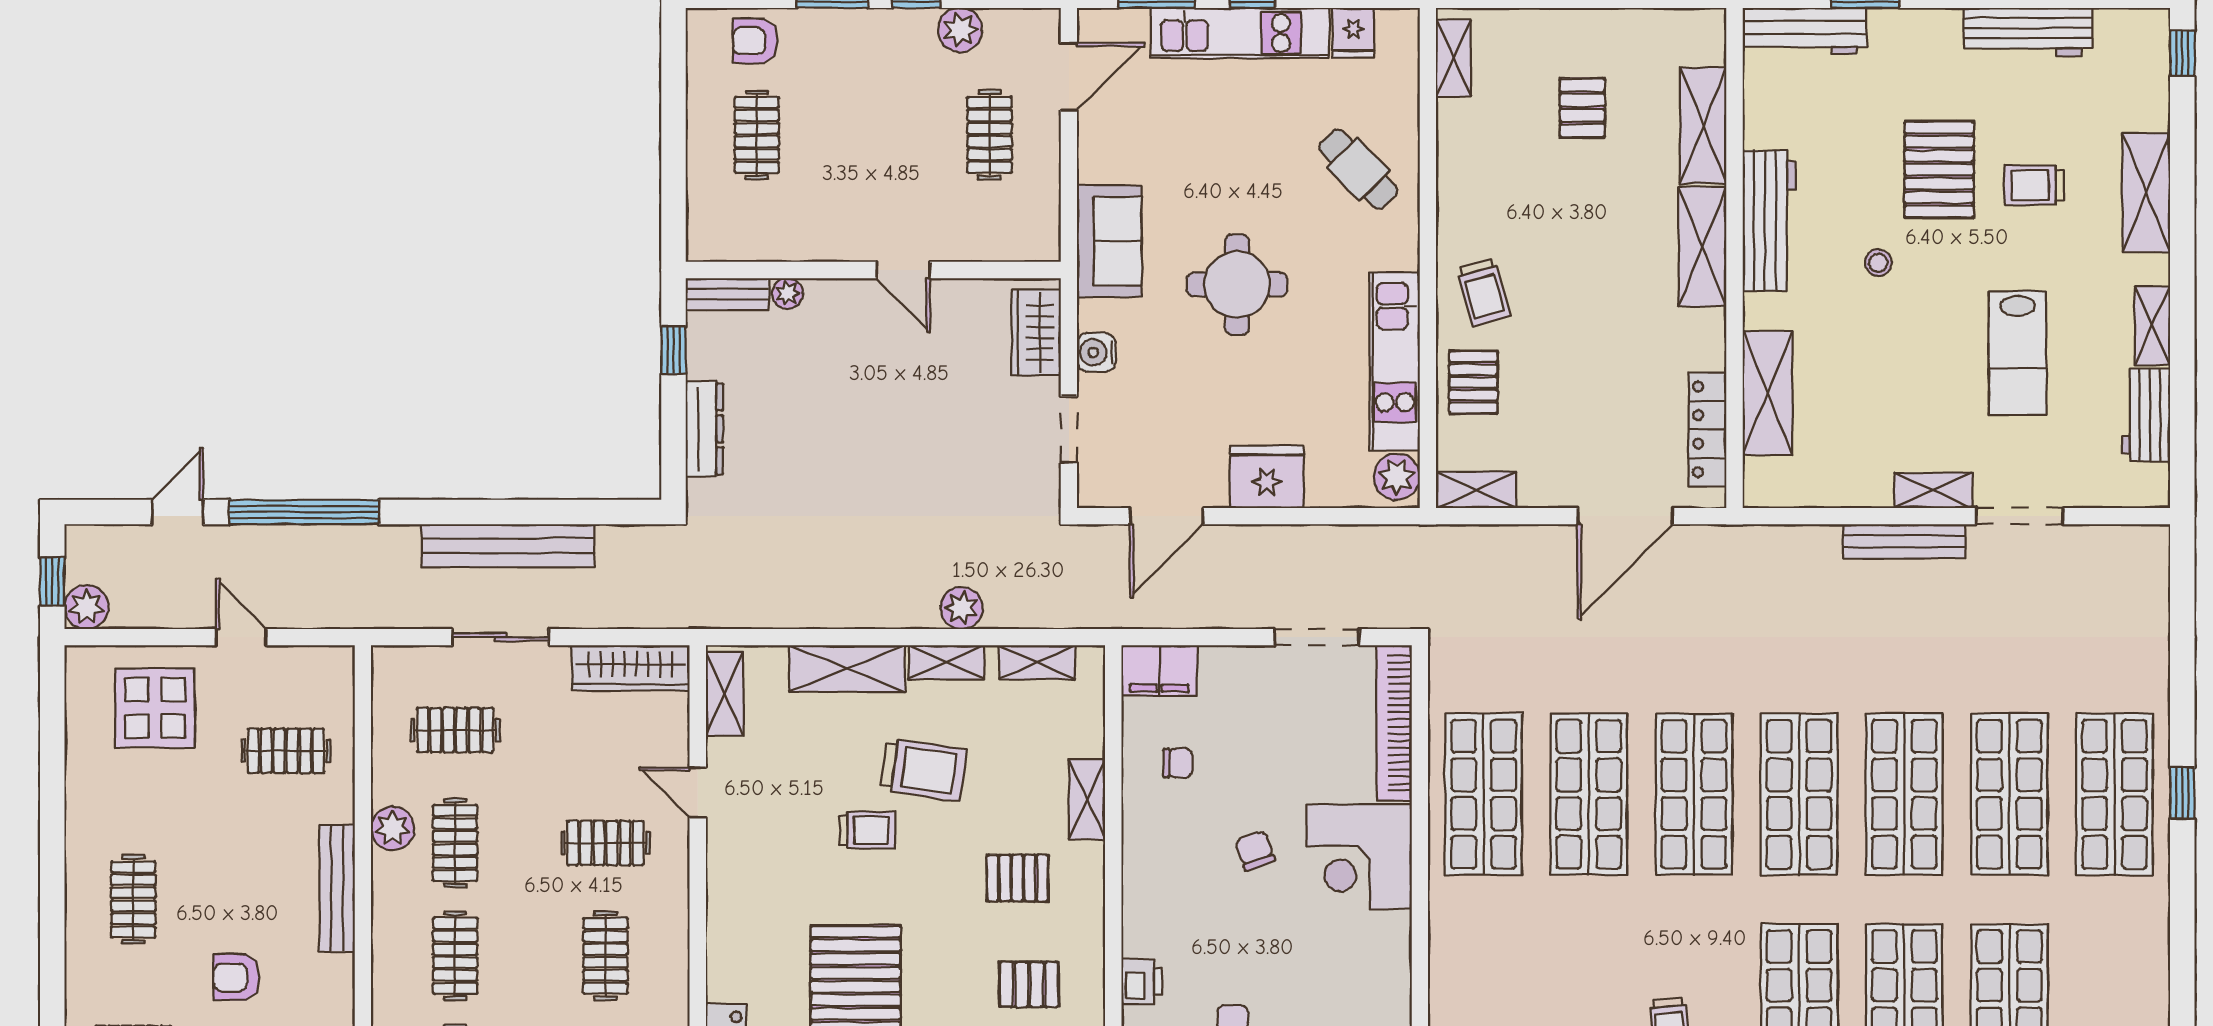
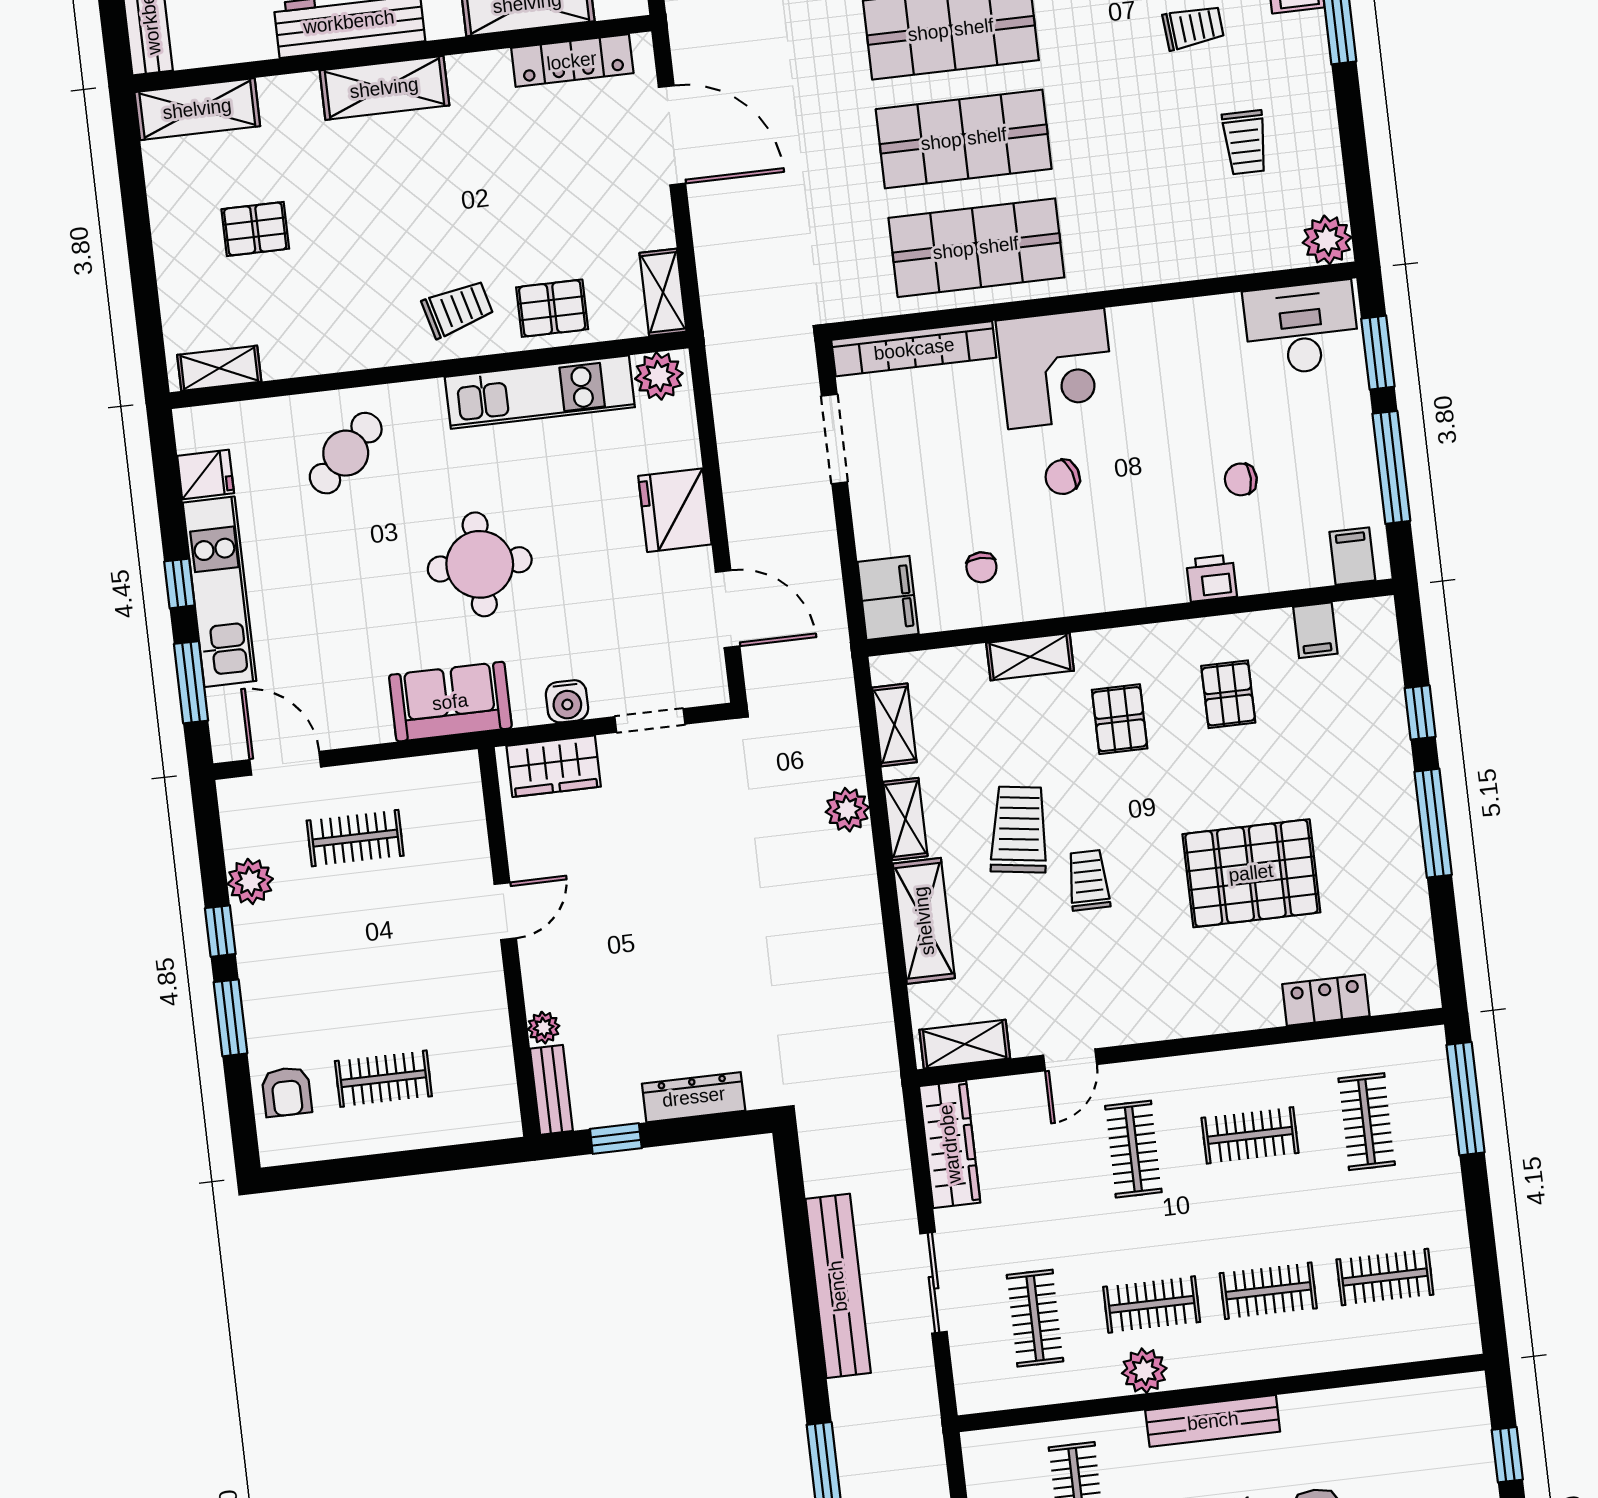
shelving: (1703, 126) -> (197, 109), moved
chair: (1178, 763) -> (981, 567), turned 180

